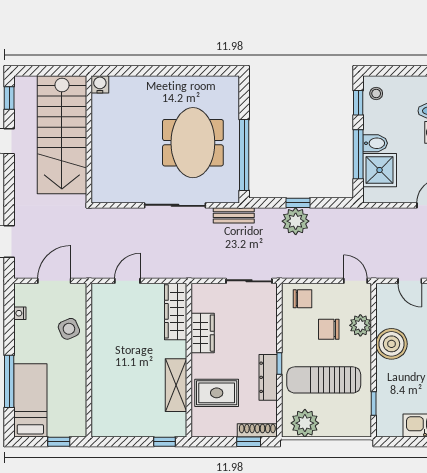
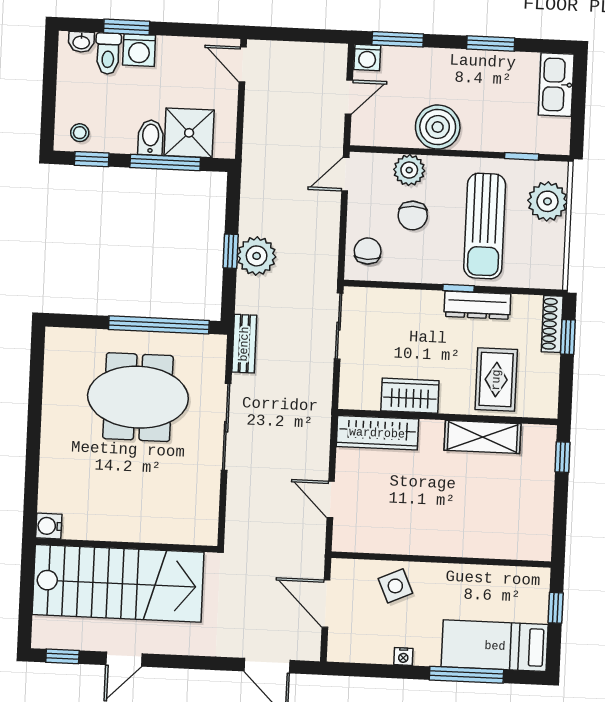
nightstand: (20, 313) -> (403, 656), moved
plant: (305, 423) -> (547, 201), moved

